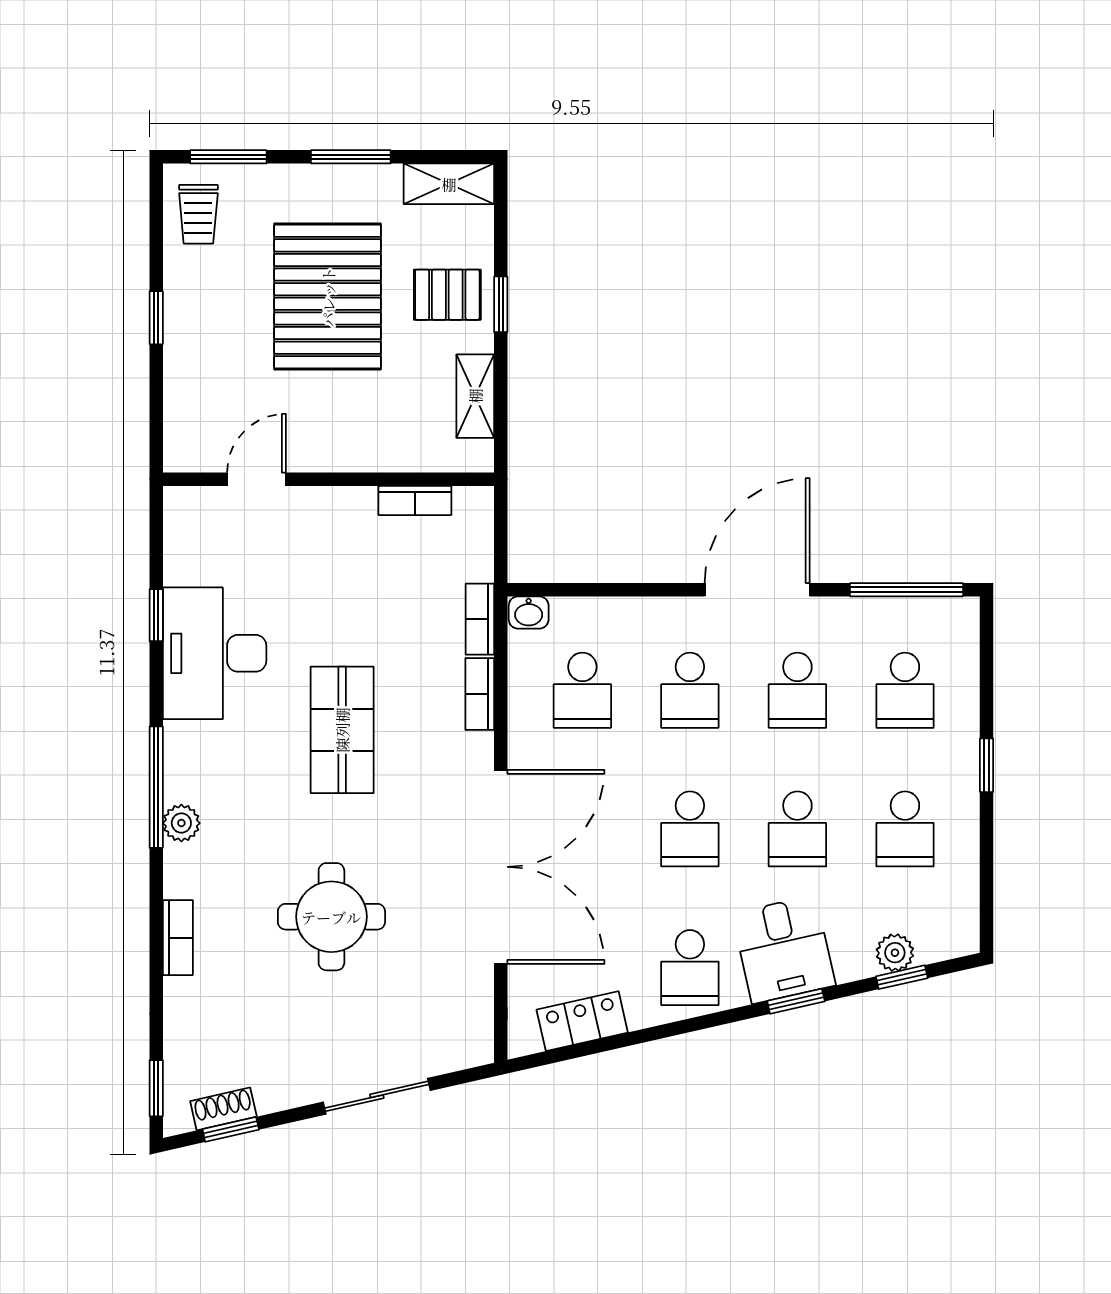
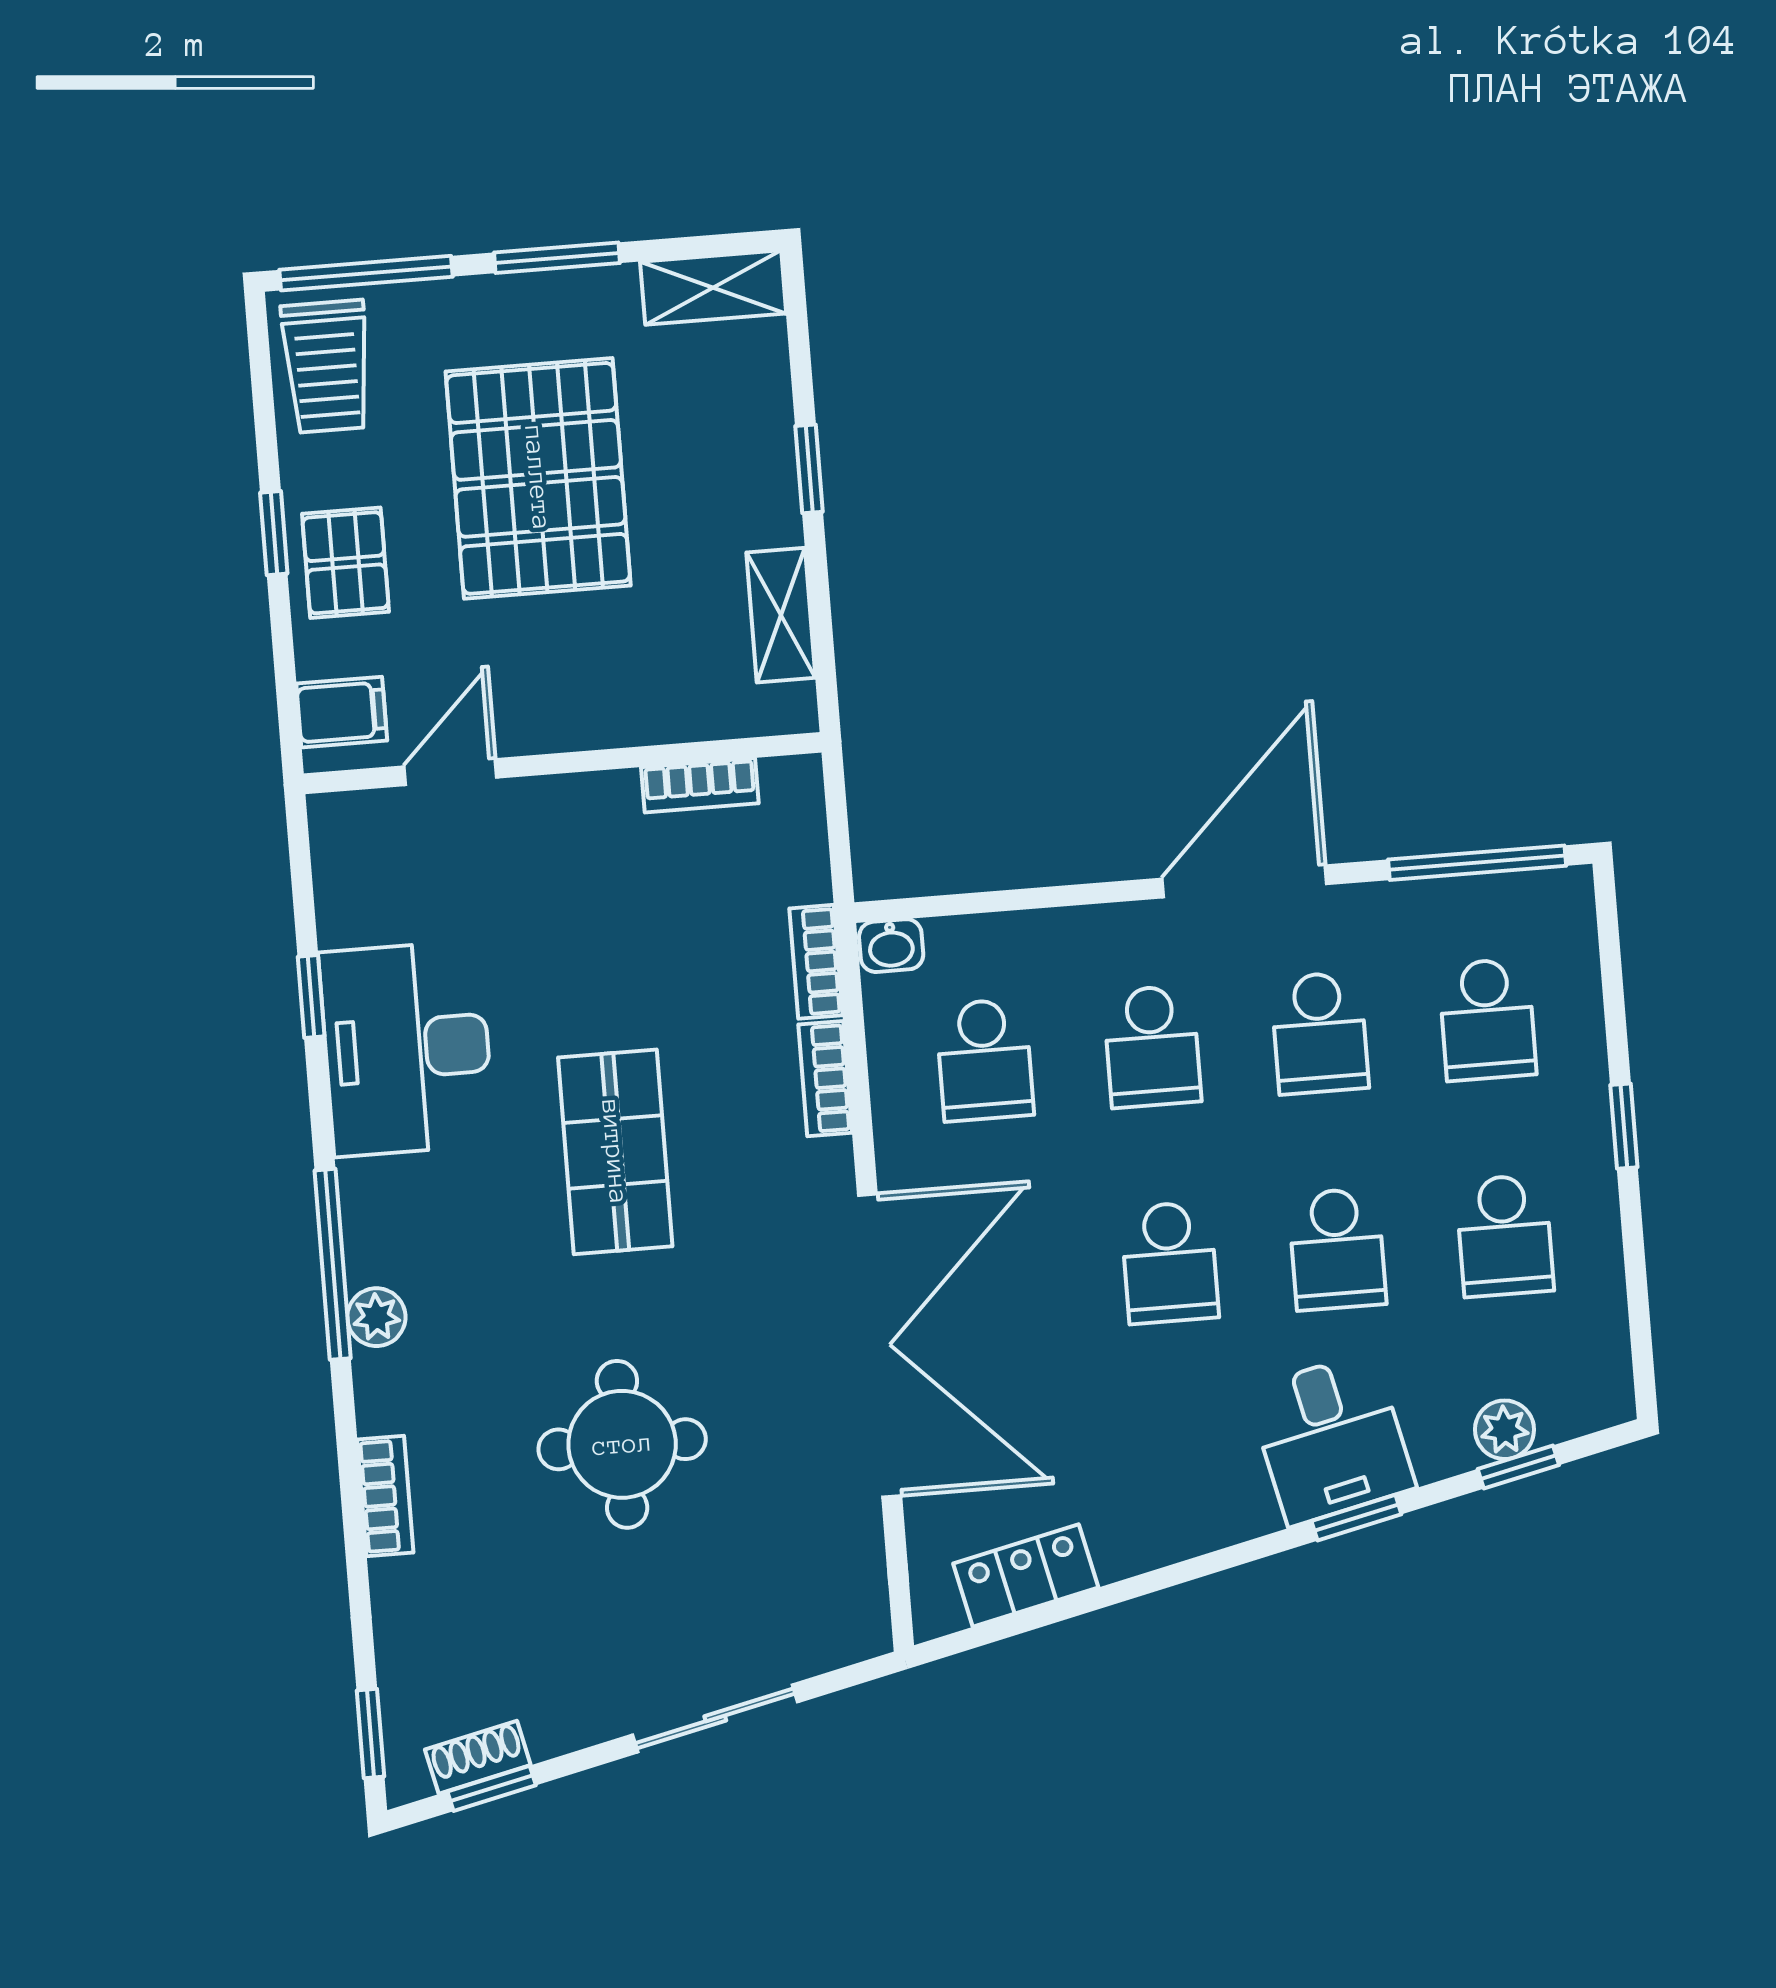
window: (228, 157) -> (366, 273), width x1.44
trolley: (198, 214) -> (327, 366), width x1.36, depth x1.39
pallet: (447, 295) -> (345, 563), moved, turned 90
filing cabinet: (190, 435) -> (342, 712), added
school desk: (690, 968) -> (1187, 1479), removed

